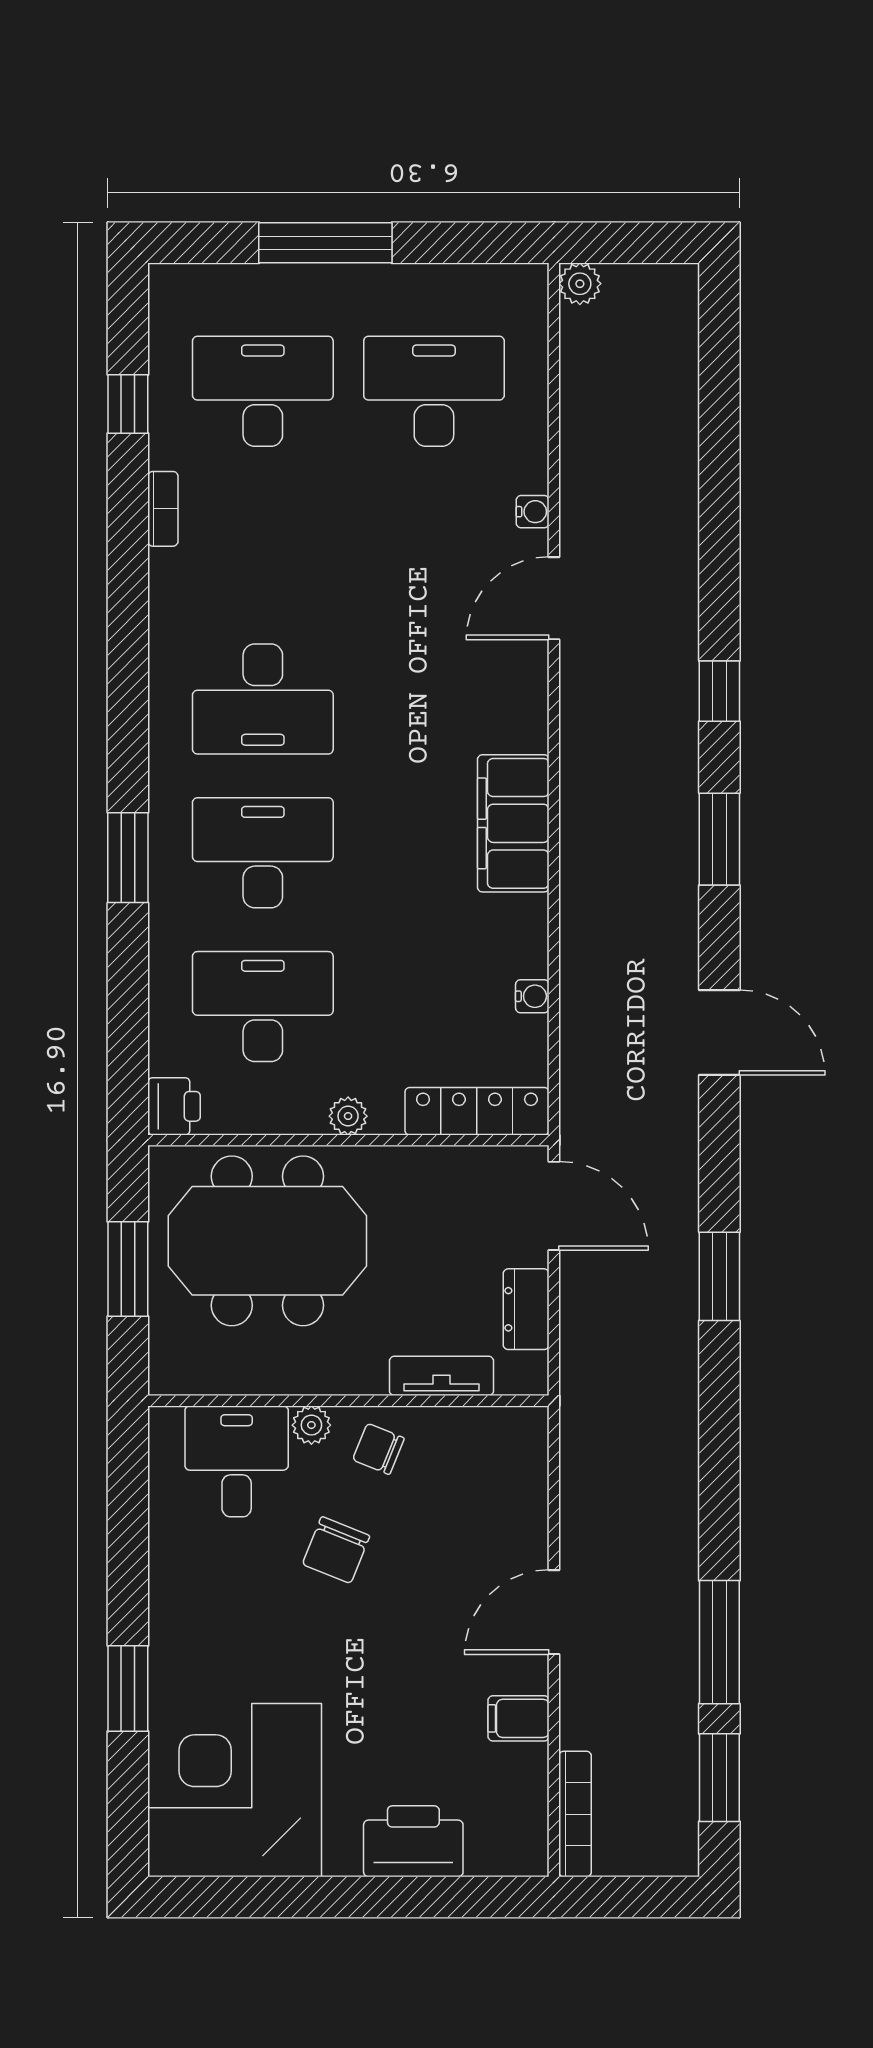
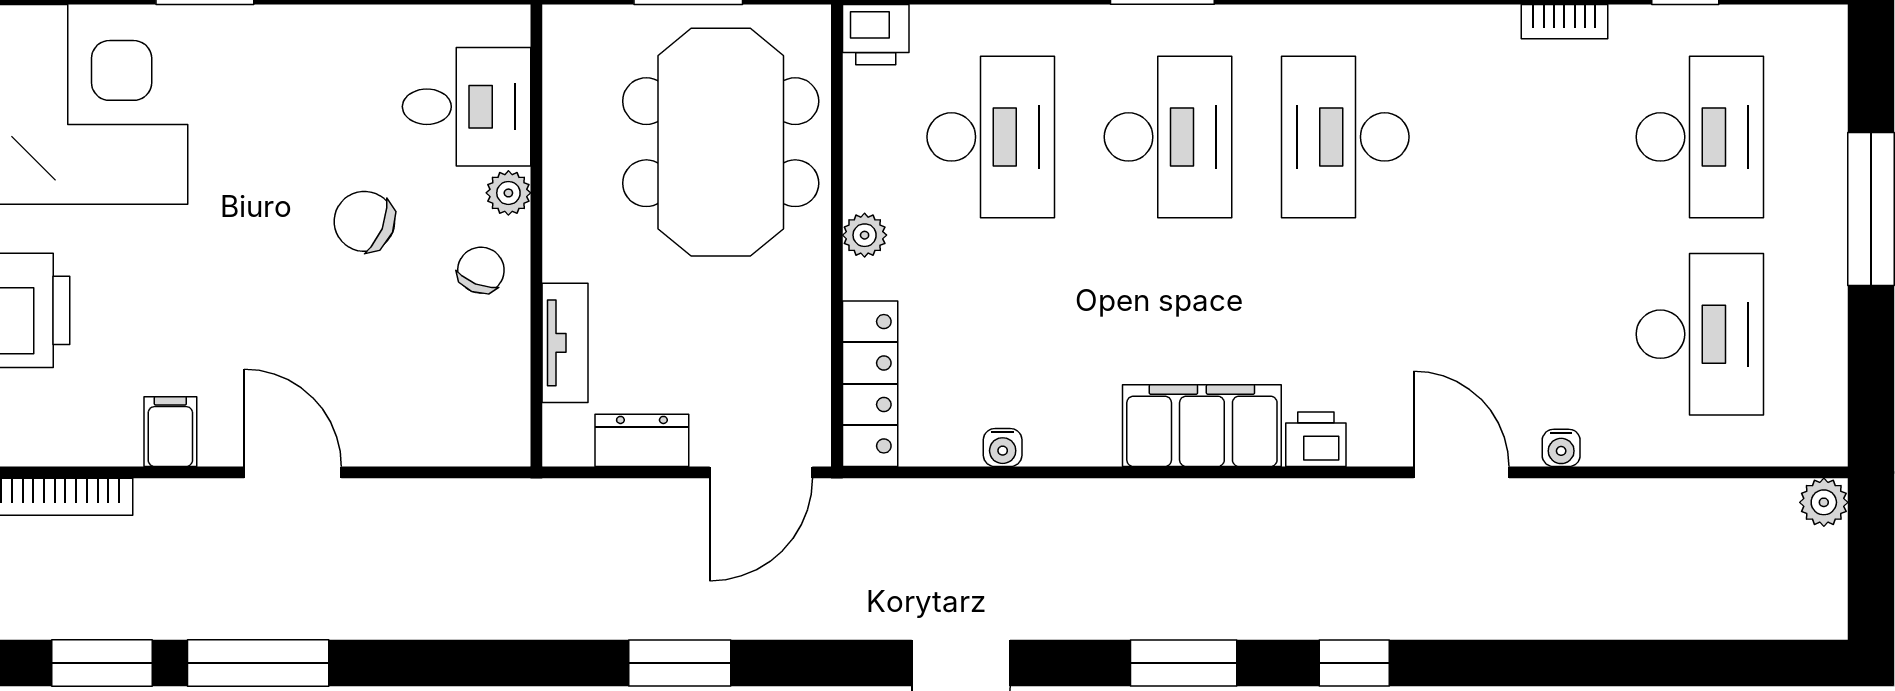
printer: (525, 724) -> (1316, 439), added

